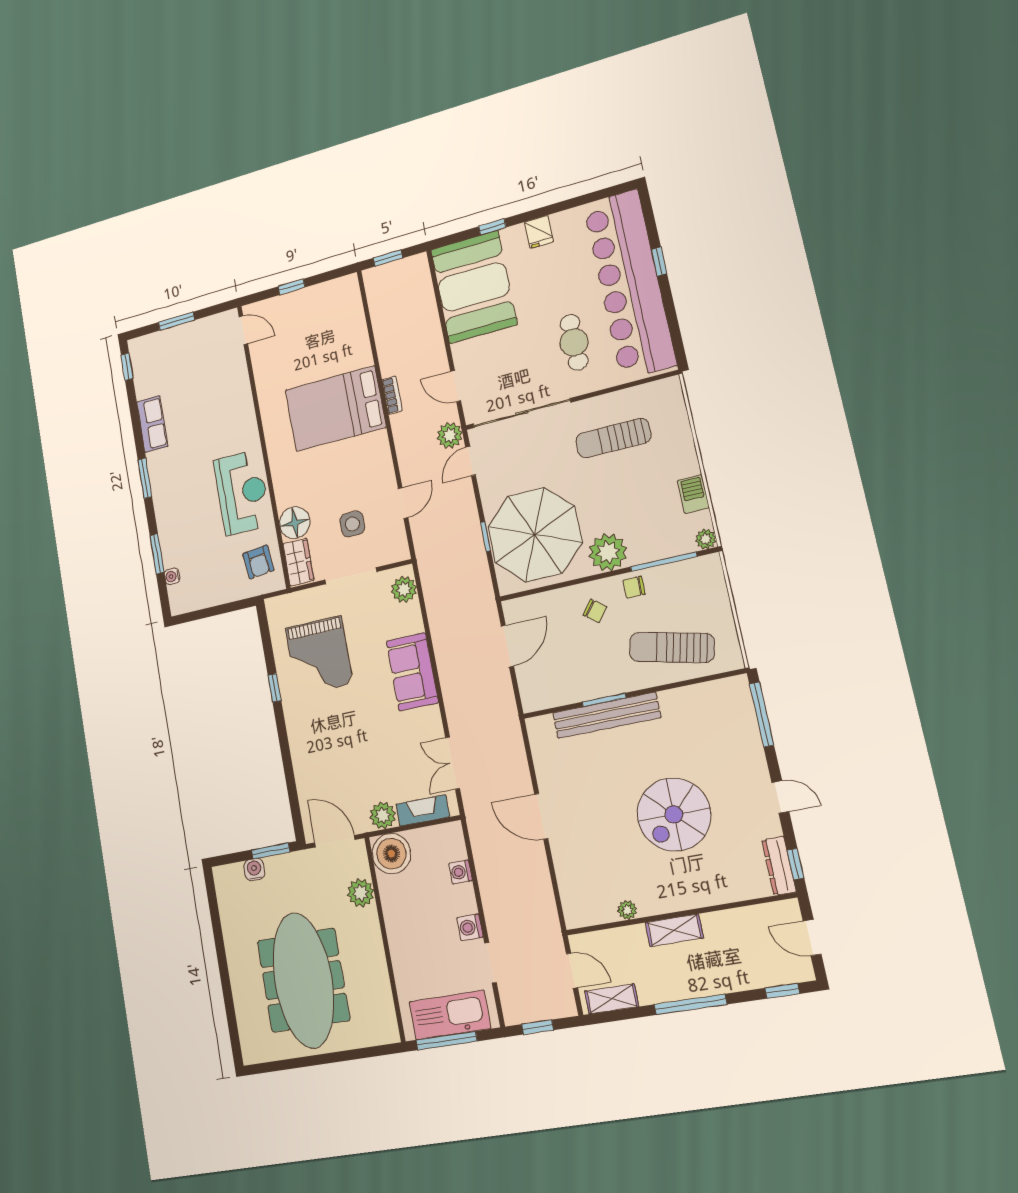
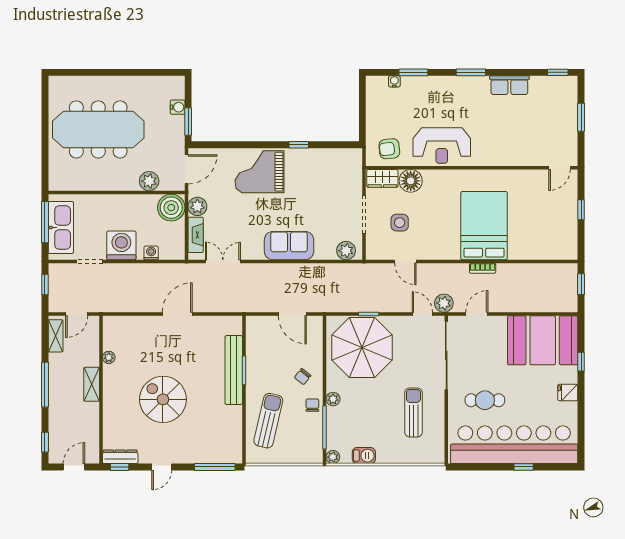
plant: (608, 552) -> (333, 399), width x0.53, depth x0.53
grand piano: (319, 656) -> (259, 172), moved
washing machine: (470, 927) -> (121, 245), width x1.89, depth x1.89

